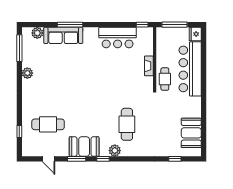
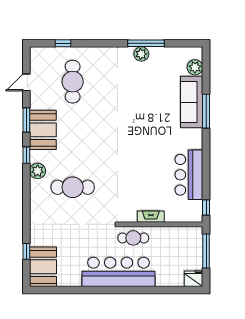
window: (19, 48) -> (146, 43), moved
bar counter: (190, 69) -> (119, 272), moved
booth: (191, 133) -> (43, 267), moved, turned 90

